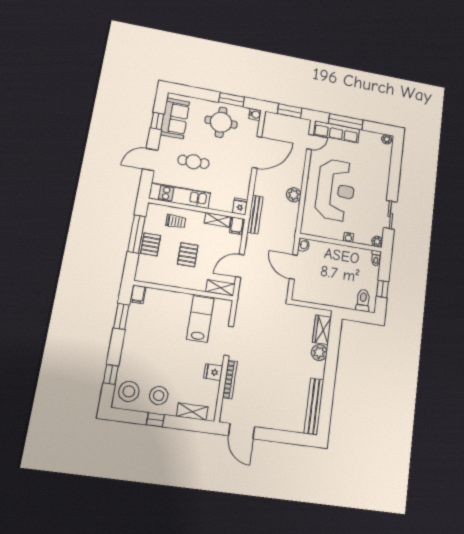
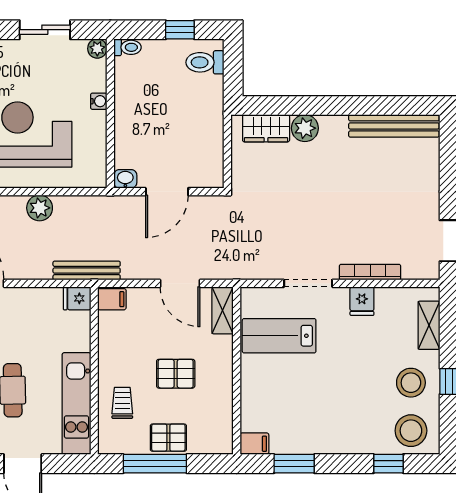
shelving: (218, 220) -> (107, 333), removed

